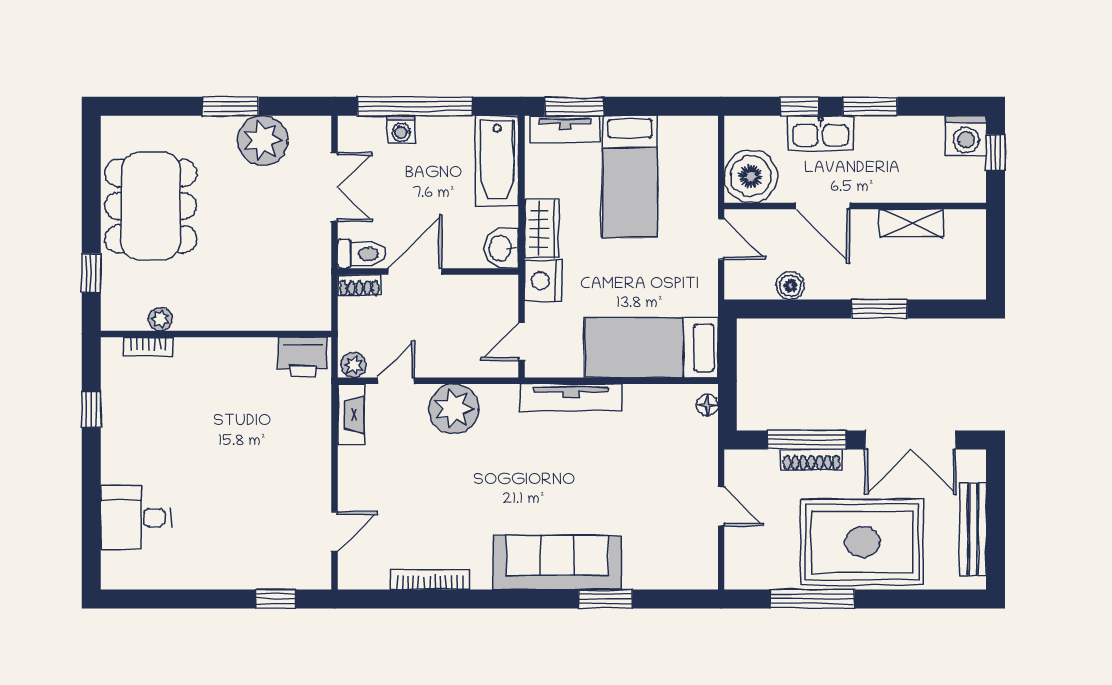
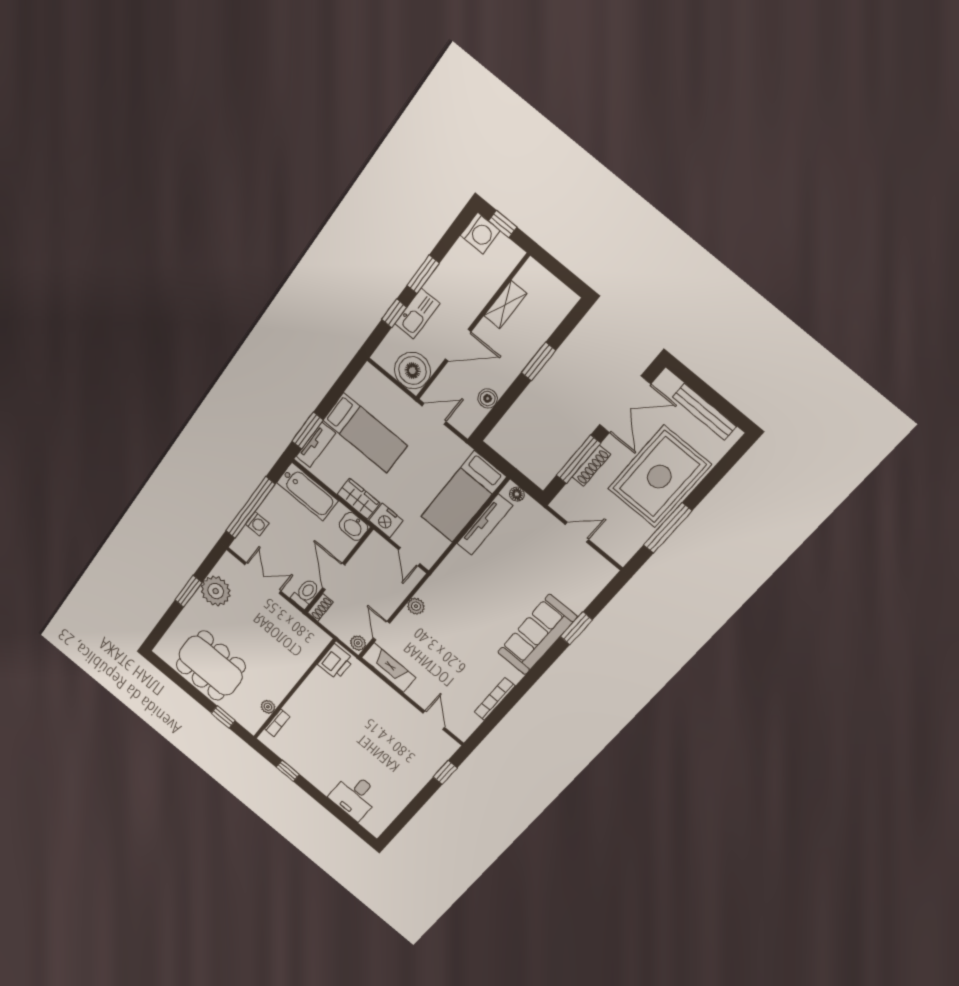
tv unit: (571, 398) -> (485, 525), moved
plant: (454, 409) -> (416, 606), width x0.53, depth x0.53
fireplace: (351, 414) -> (389, 668), width x1.37, depth x1.32

